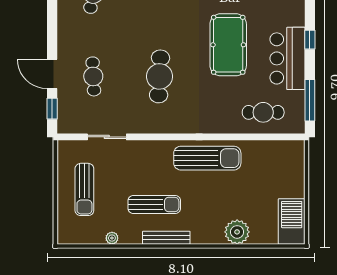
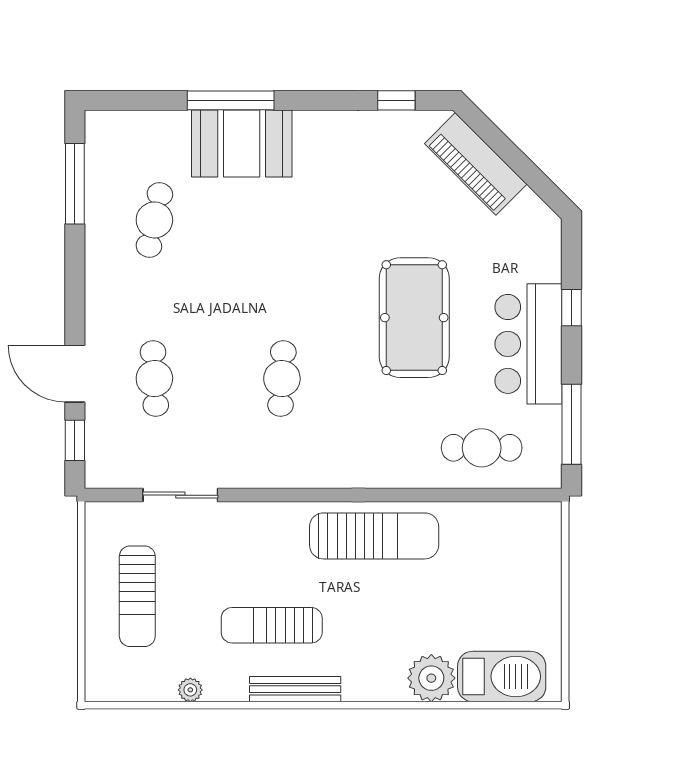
cafe table: (160, 76) -> (282, 379), width x0.73, depth x0.74
sun lounger: (154, 204) -> (272, 625), turned 180
barbecue: (292, 221) -> (502, 676), moved, turned 90

